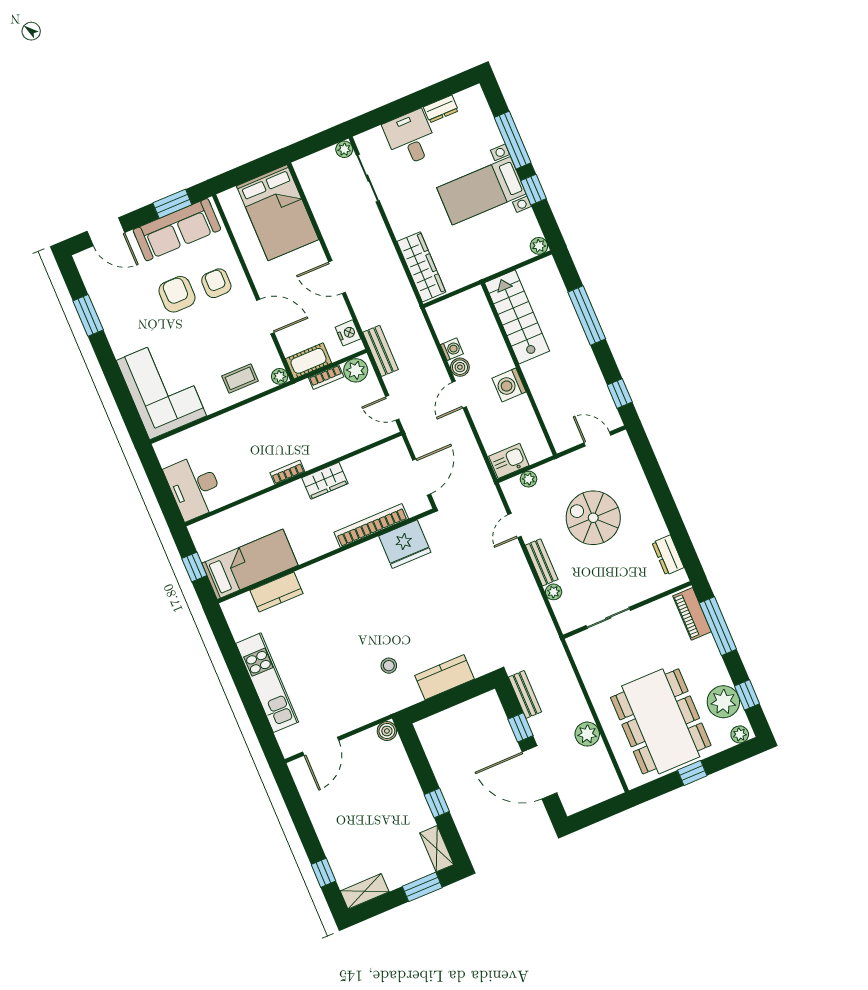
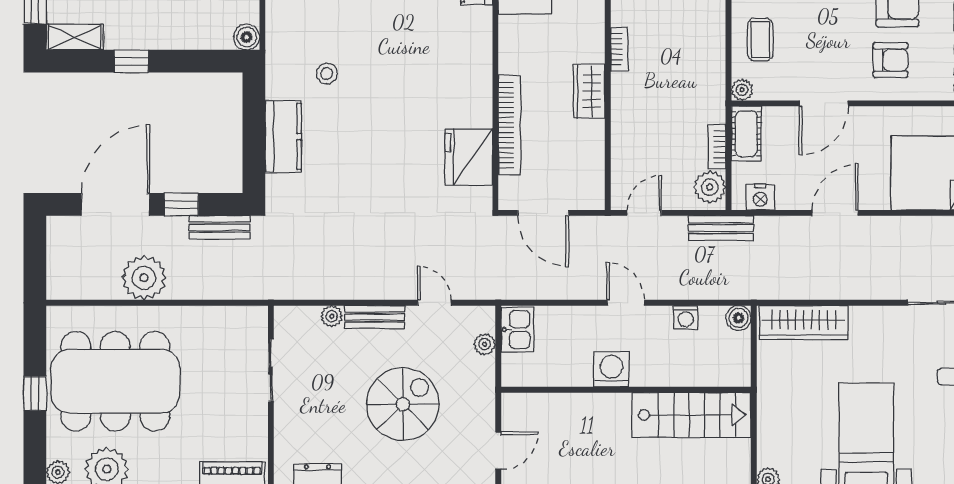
boiler: (460, 367) -> (739, 318), moved
plant: (587, 734) -> (144, 278), width x1.36, depth x1.36

